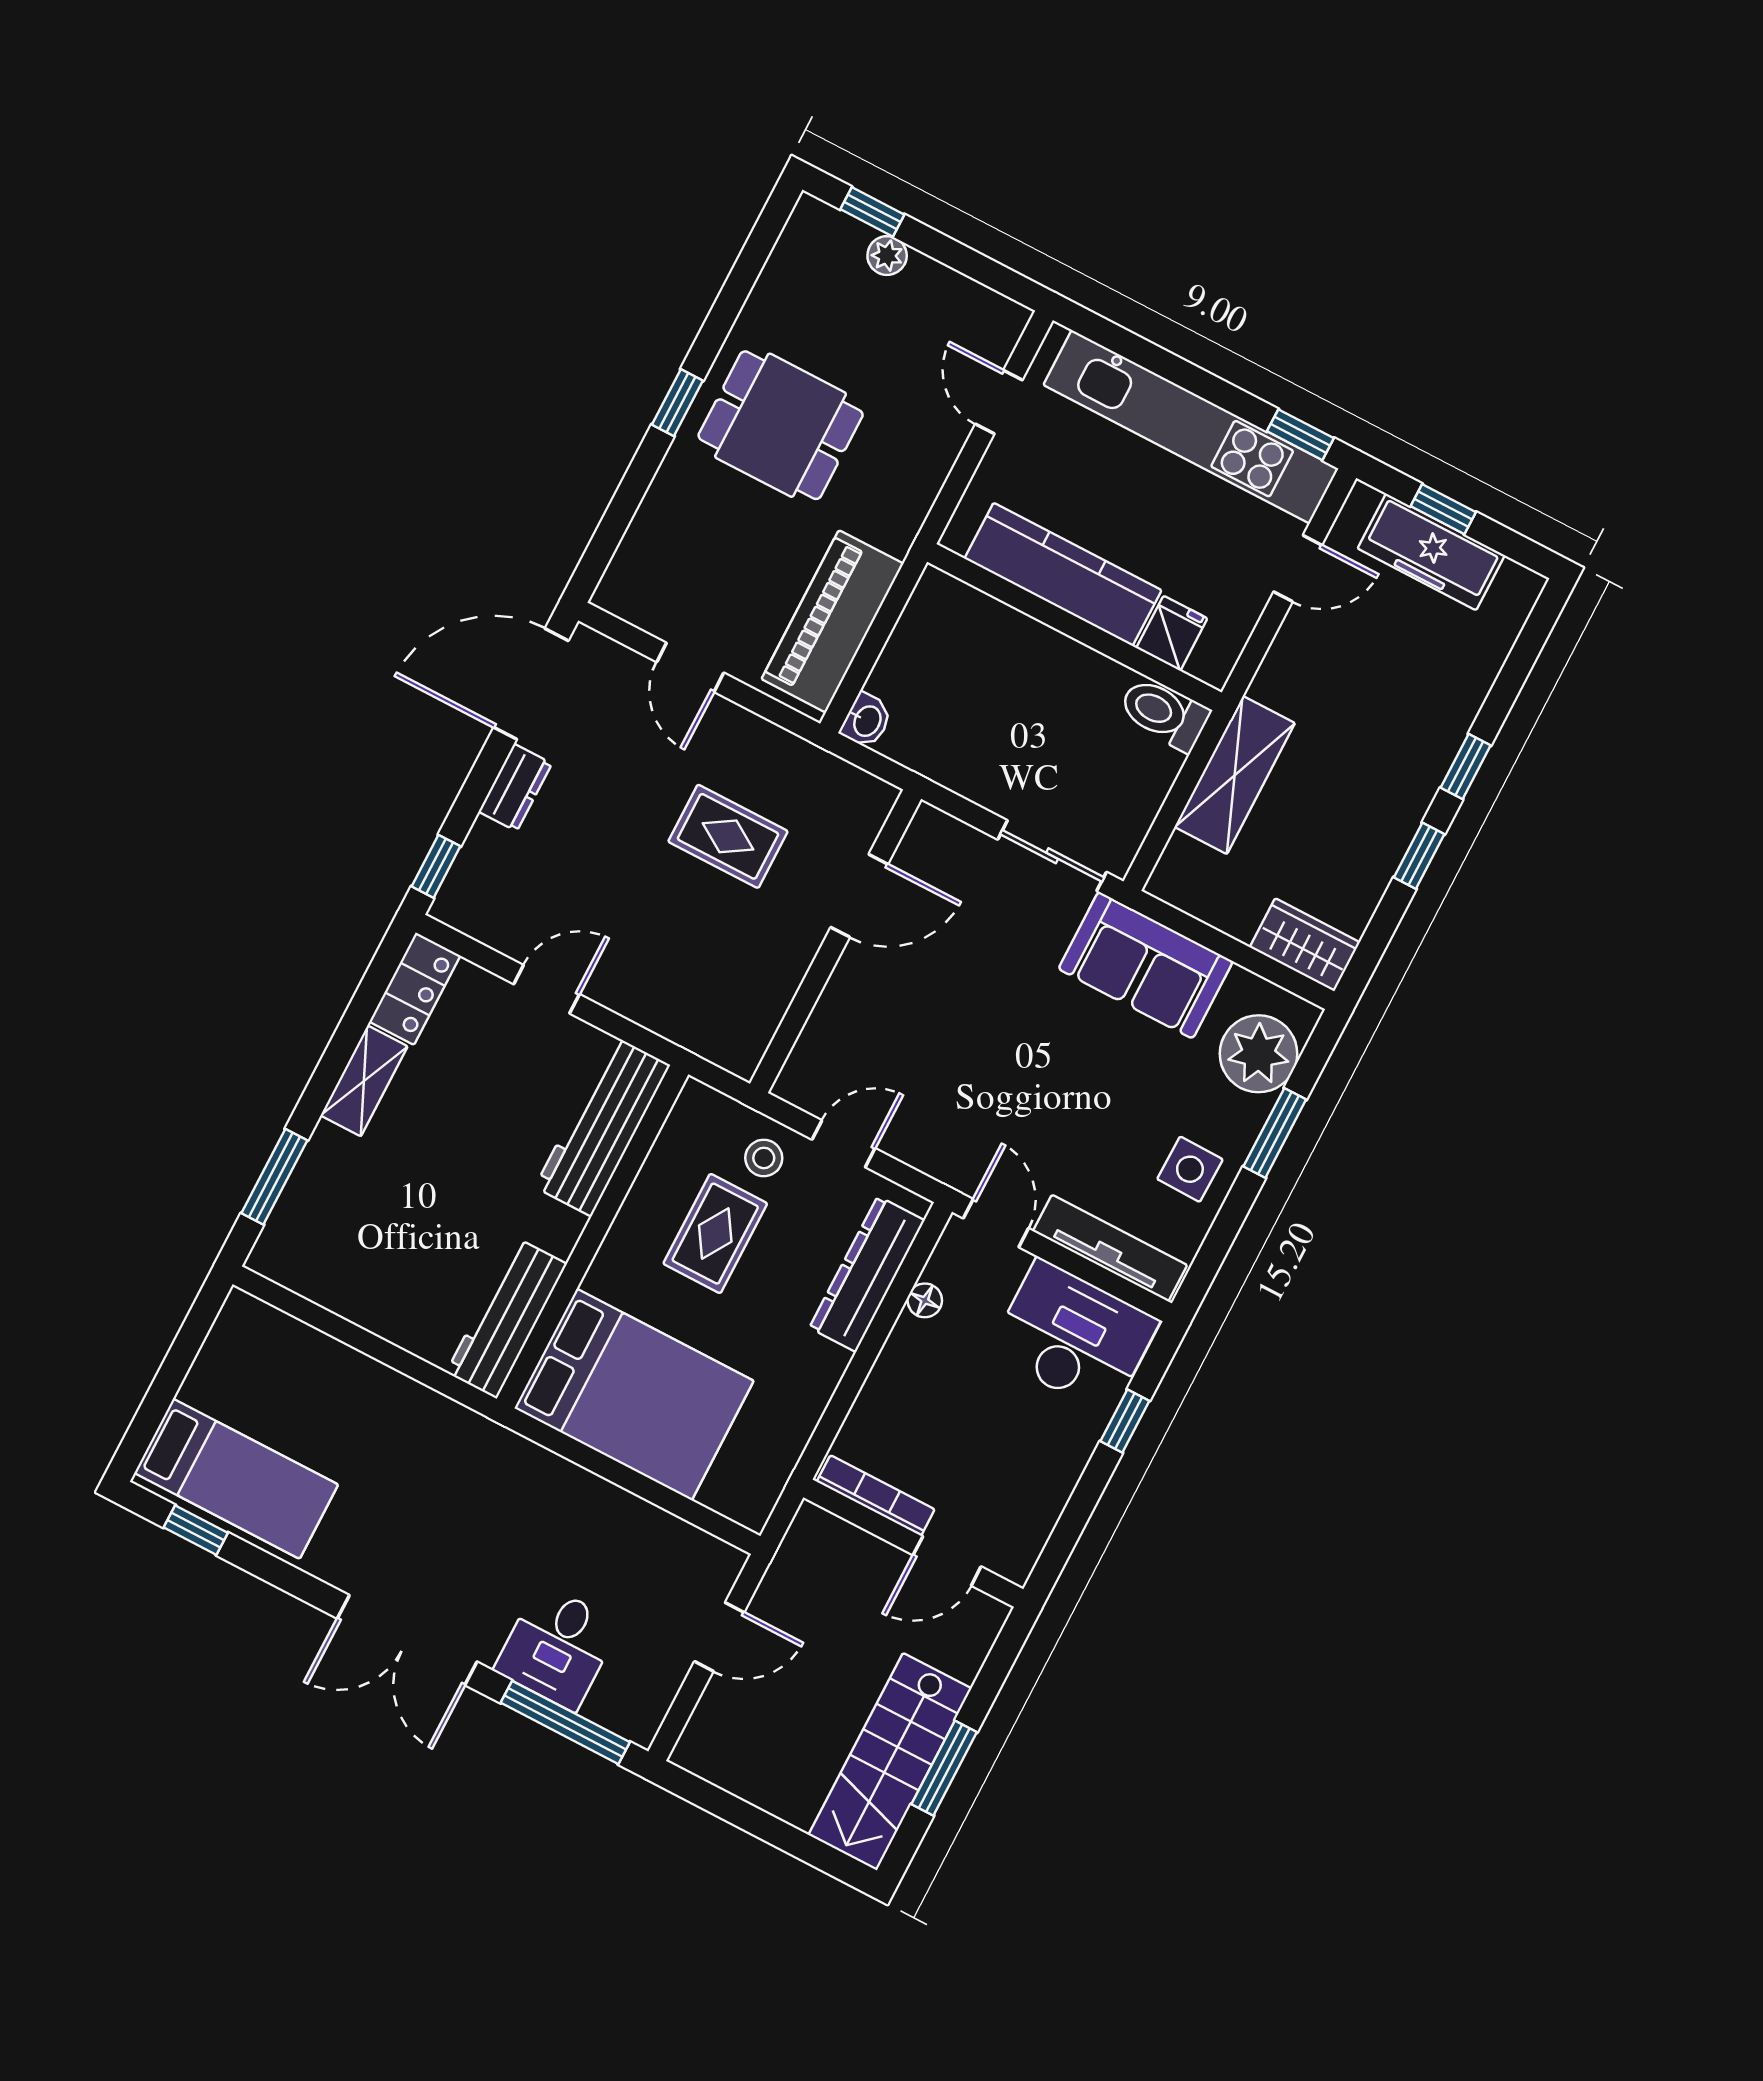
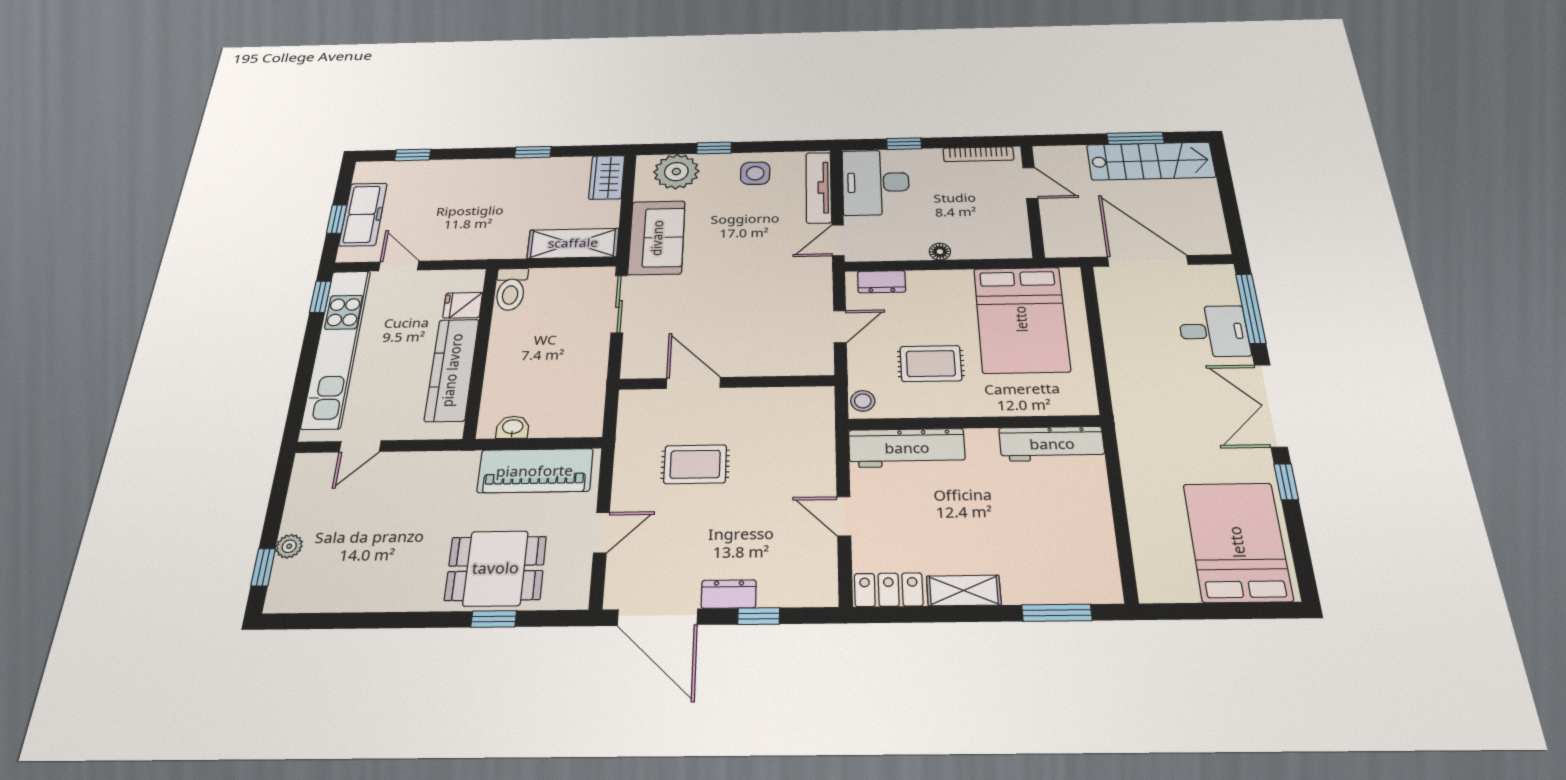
window: (677, 403) -> (494, 619), moved
dining table: (781, 425) -> (496, 568), moved, turned 90
washbasin: (866, 721) -> (513, 427), moved
window: (1466, 767) -> (413, 155), moved
shelving: (1235, 775) -> (573, 243), moved
rug: (728, 836) -> (695, 464), turned 90
window: (436, 866) -> (759, 616), moved
window: (1275, 1133) -> (714, 148), width x0.67
door: (844, 1144) -> (840, 327), swing flipped
stool: (764, 1158) -> (863, 401), moved
dresser: (867, 1274) -> (882, 282), width x0.51, depth x0.80
floor lamp: (925, 1300) -> (940, 252), moved
bed: (634, 1394) -> (1021, 319), moved, turned 180
bed: (236, 1479) -> (1237, 542), width x1.50
bookcase: (876, 1496) -> (978, 154), moved, turned -90
window: (196, 1530) -> (1286, 482), moved
door: (719, 1637) -> (1148, 261), width x1.87
double door: (407, 1640) -> (1270, 405), swing flipped

